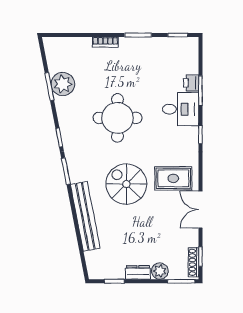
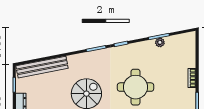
plant: (63, 84) -> (160, 42), width x0.53, depth x0.53
bench: (85, 216) -> (42, 67), moved

